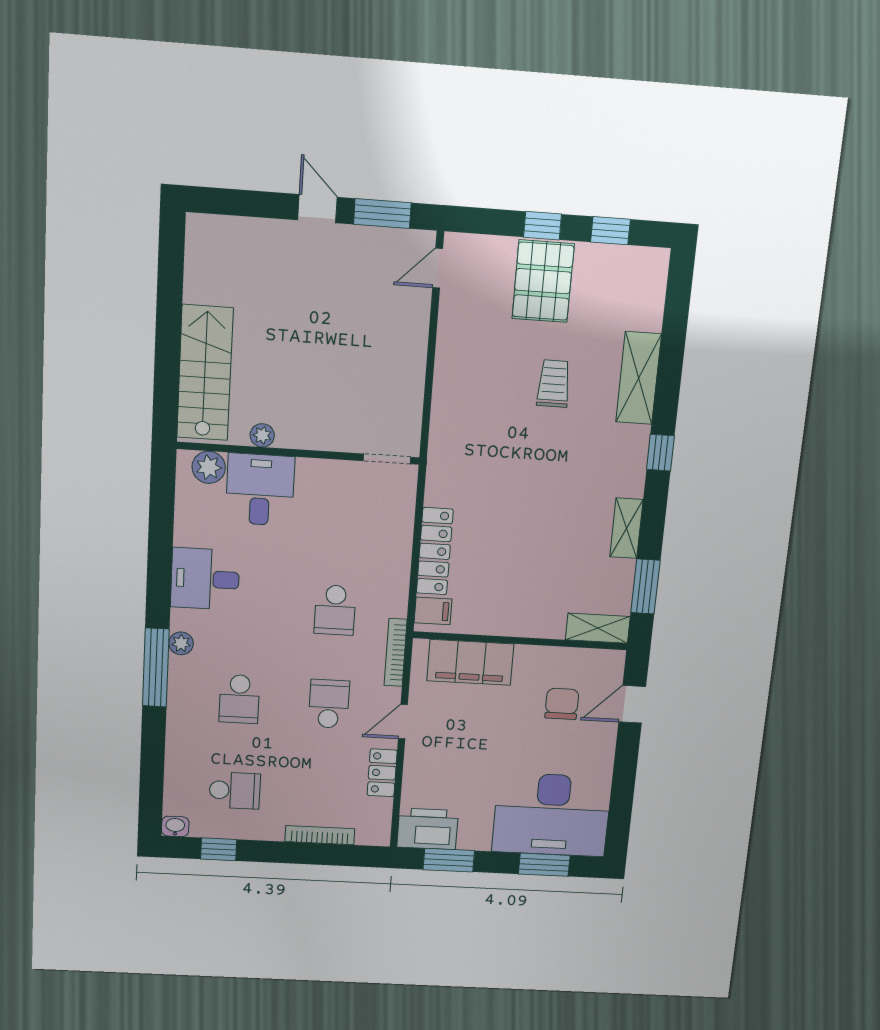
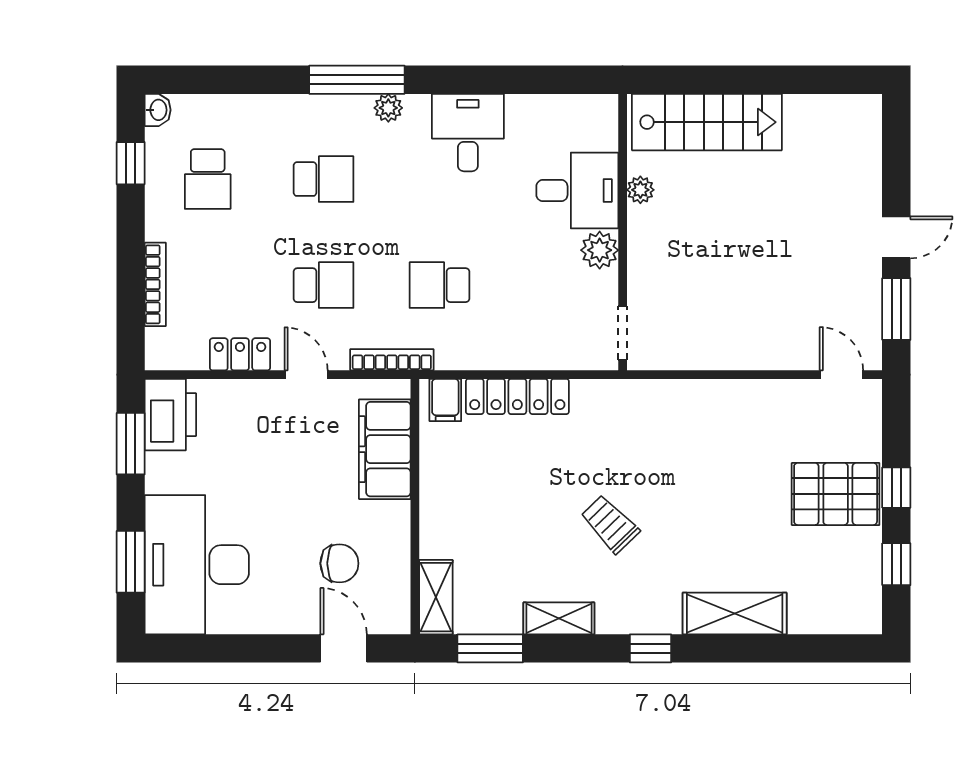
trolley: (554, 384) -> (610, 524), moved, turned -134
plant: (209, 467) -> (600, 250), moved
school desk: (239, 699) -> (324, 179), turned 180

